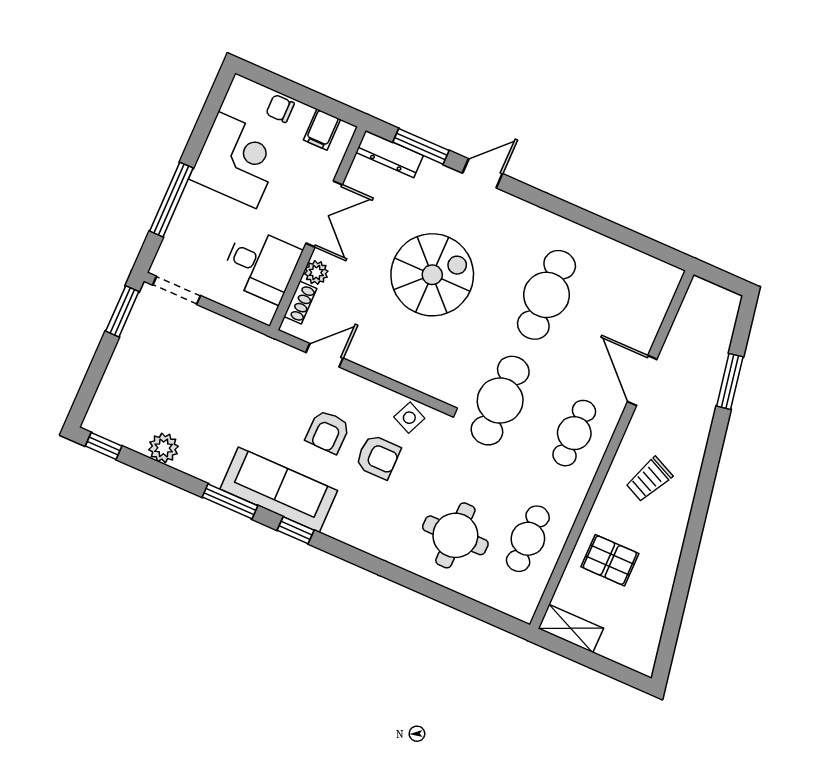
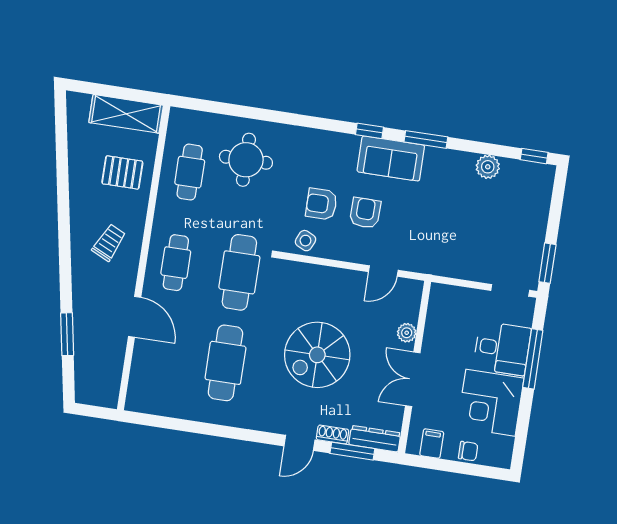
desk: (261, 265) -> (502, 348), moved, turned 180
shoe rack: (300, 303) -> (333, 435), moved, turned 90
sofa: (279, 490) -> (391, 158), width x0.73
shelving: (571, 628) -> (126, 114), width x1.50, depth x1.33

